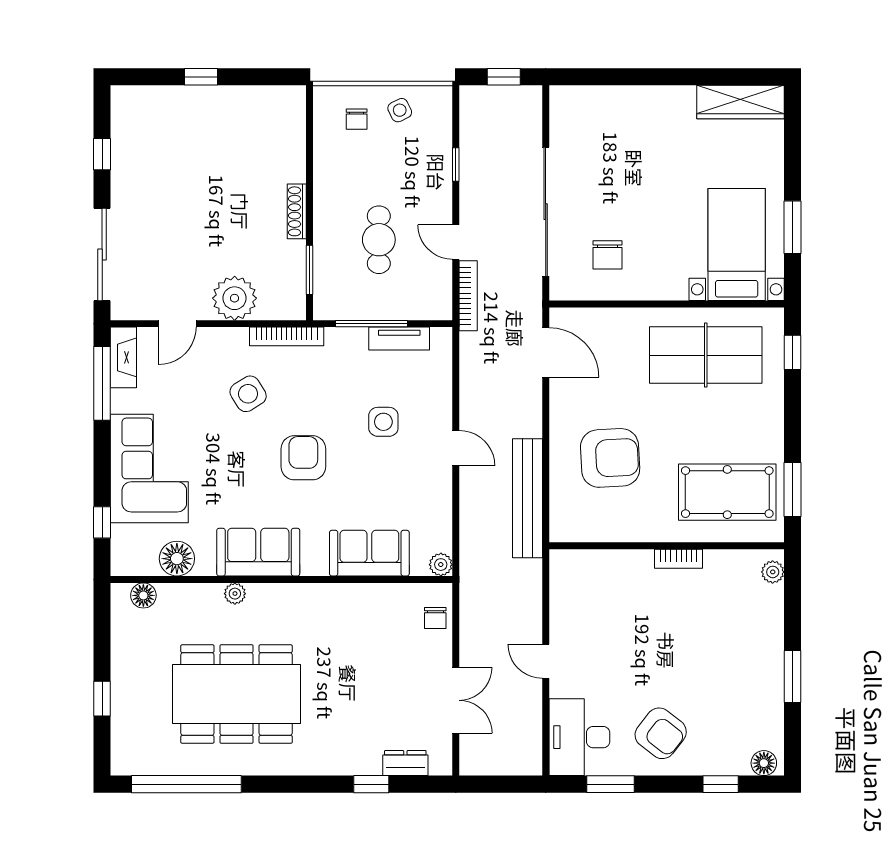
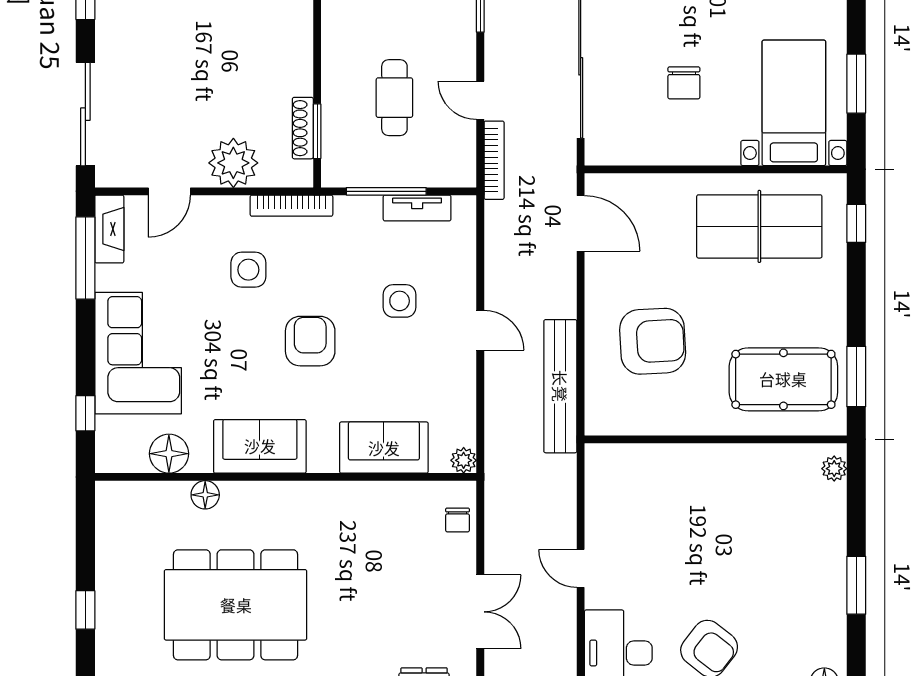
shoe rack: (297, 211) -> (303, 128), moved
chair: (608, 255) -> (684, 83), moved
side table: (248, 394) -> (248, 270), turned 32
bookcase: (679, 559) -> (729, 454), removed
plant: (235, 594) -> (234, 493), removed
floor lamp: (143, 595) -> (205, 495), moved

